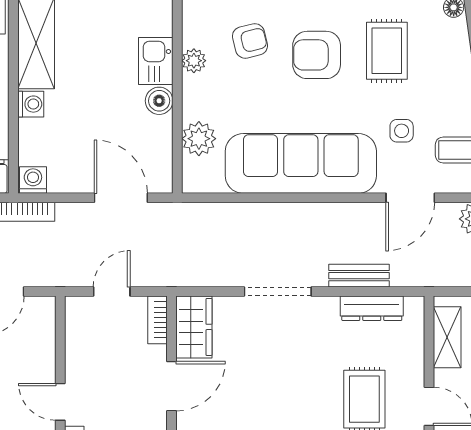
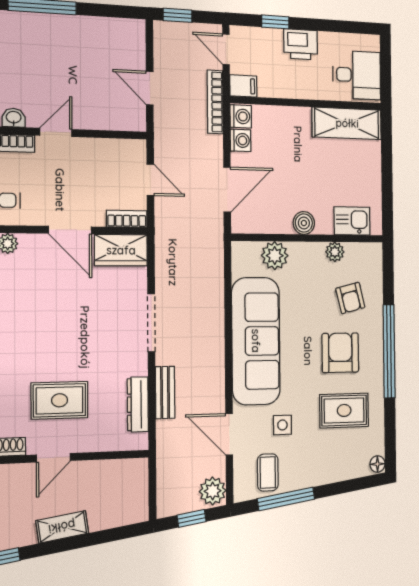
kitchen sink: (156, 61) -> (352, 221), moved
washing machine: (31, 104) -> (241, 140), moved, turned -90
shelving: (447, 337) -> (113, 471), removed

